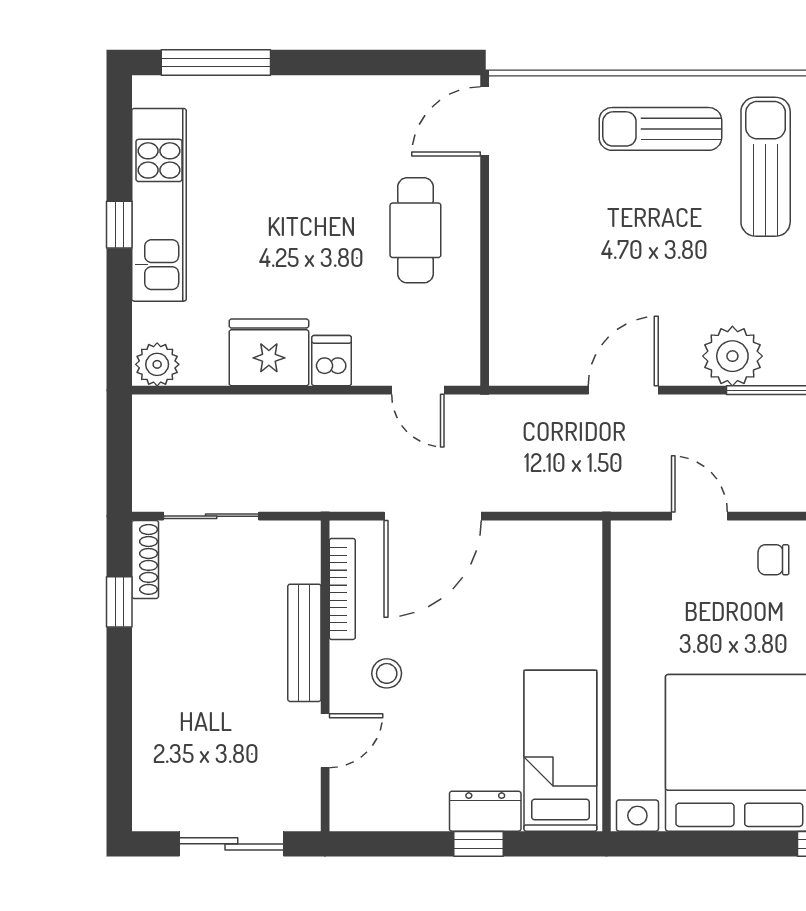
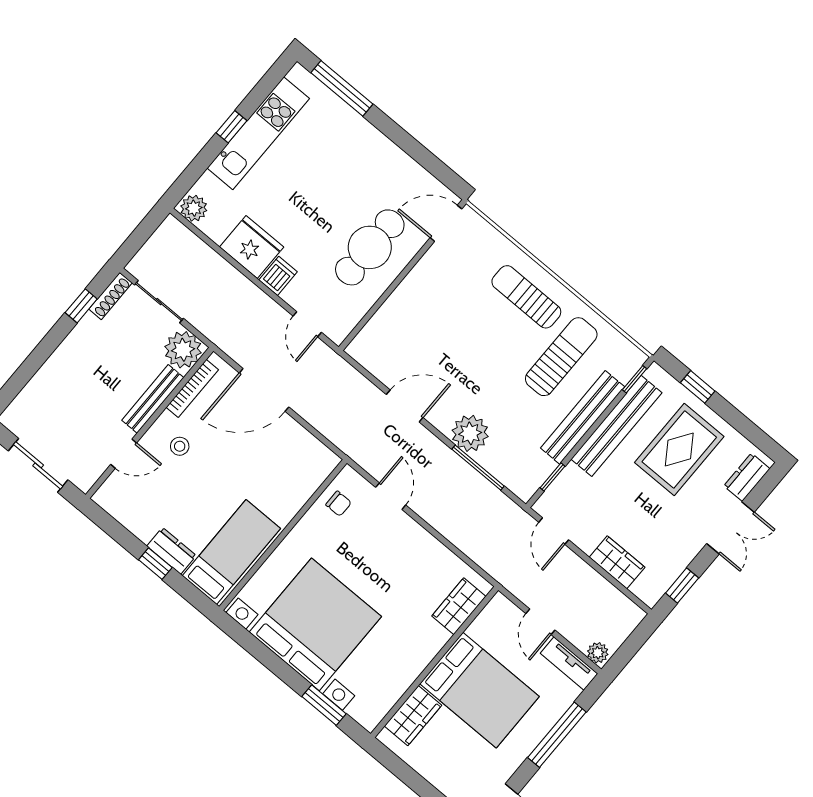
cafe table: (415, 230) -> (370, 247), width x1.37, depth x1.35
plant: (291, 551) -> (183, 350), added
chair: (773, 560) -> (339, 504), moved, turned 180

